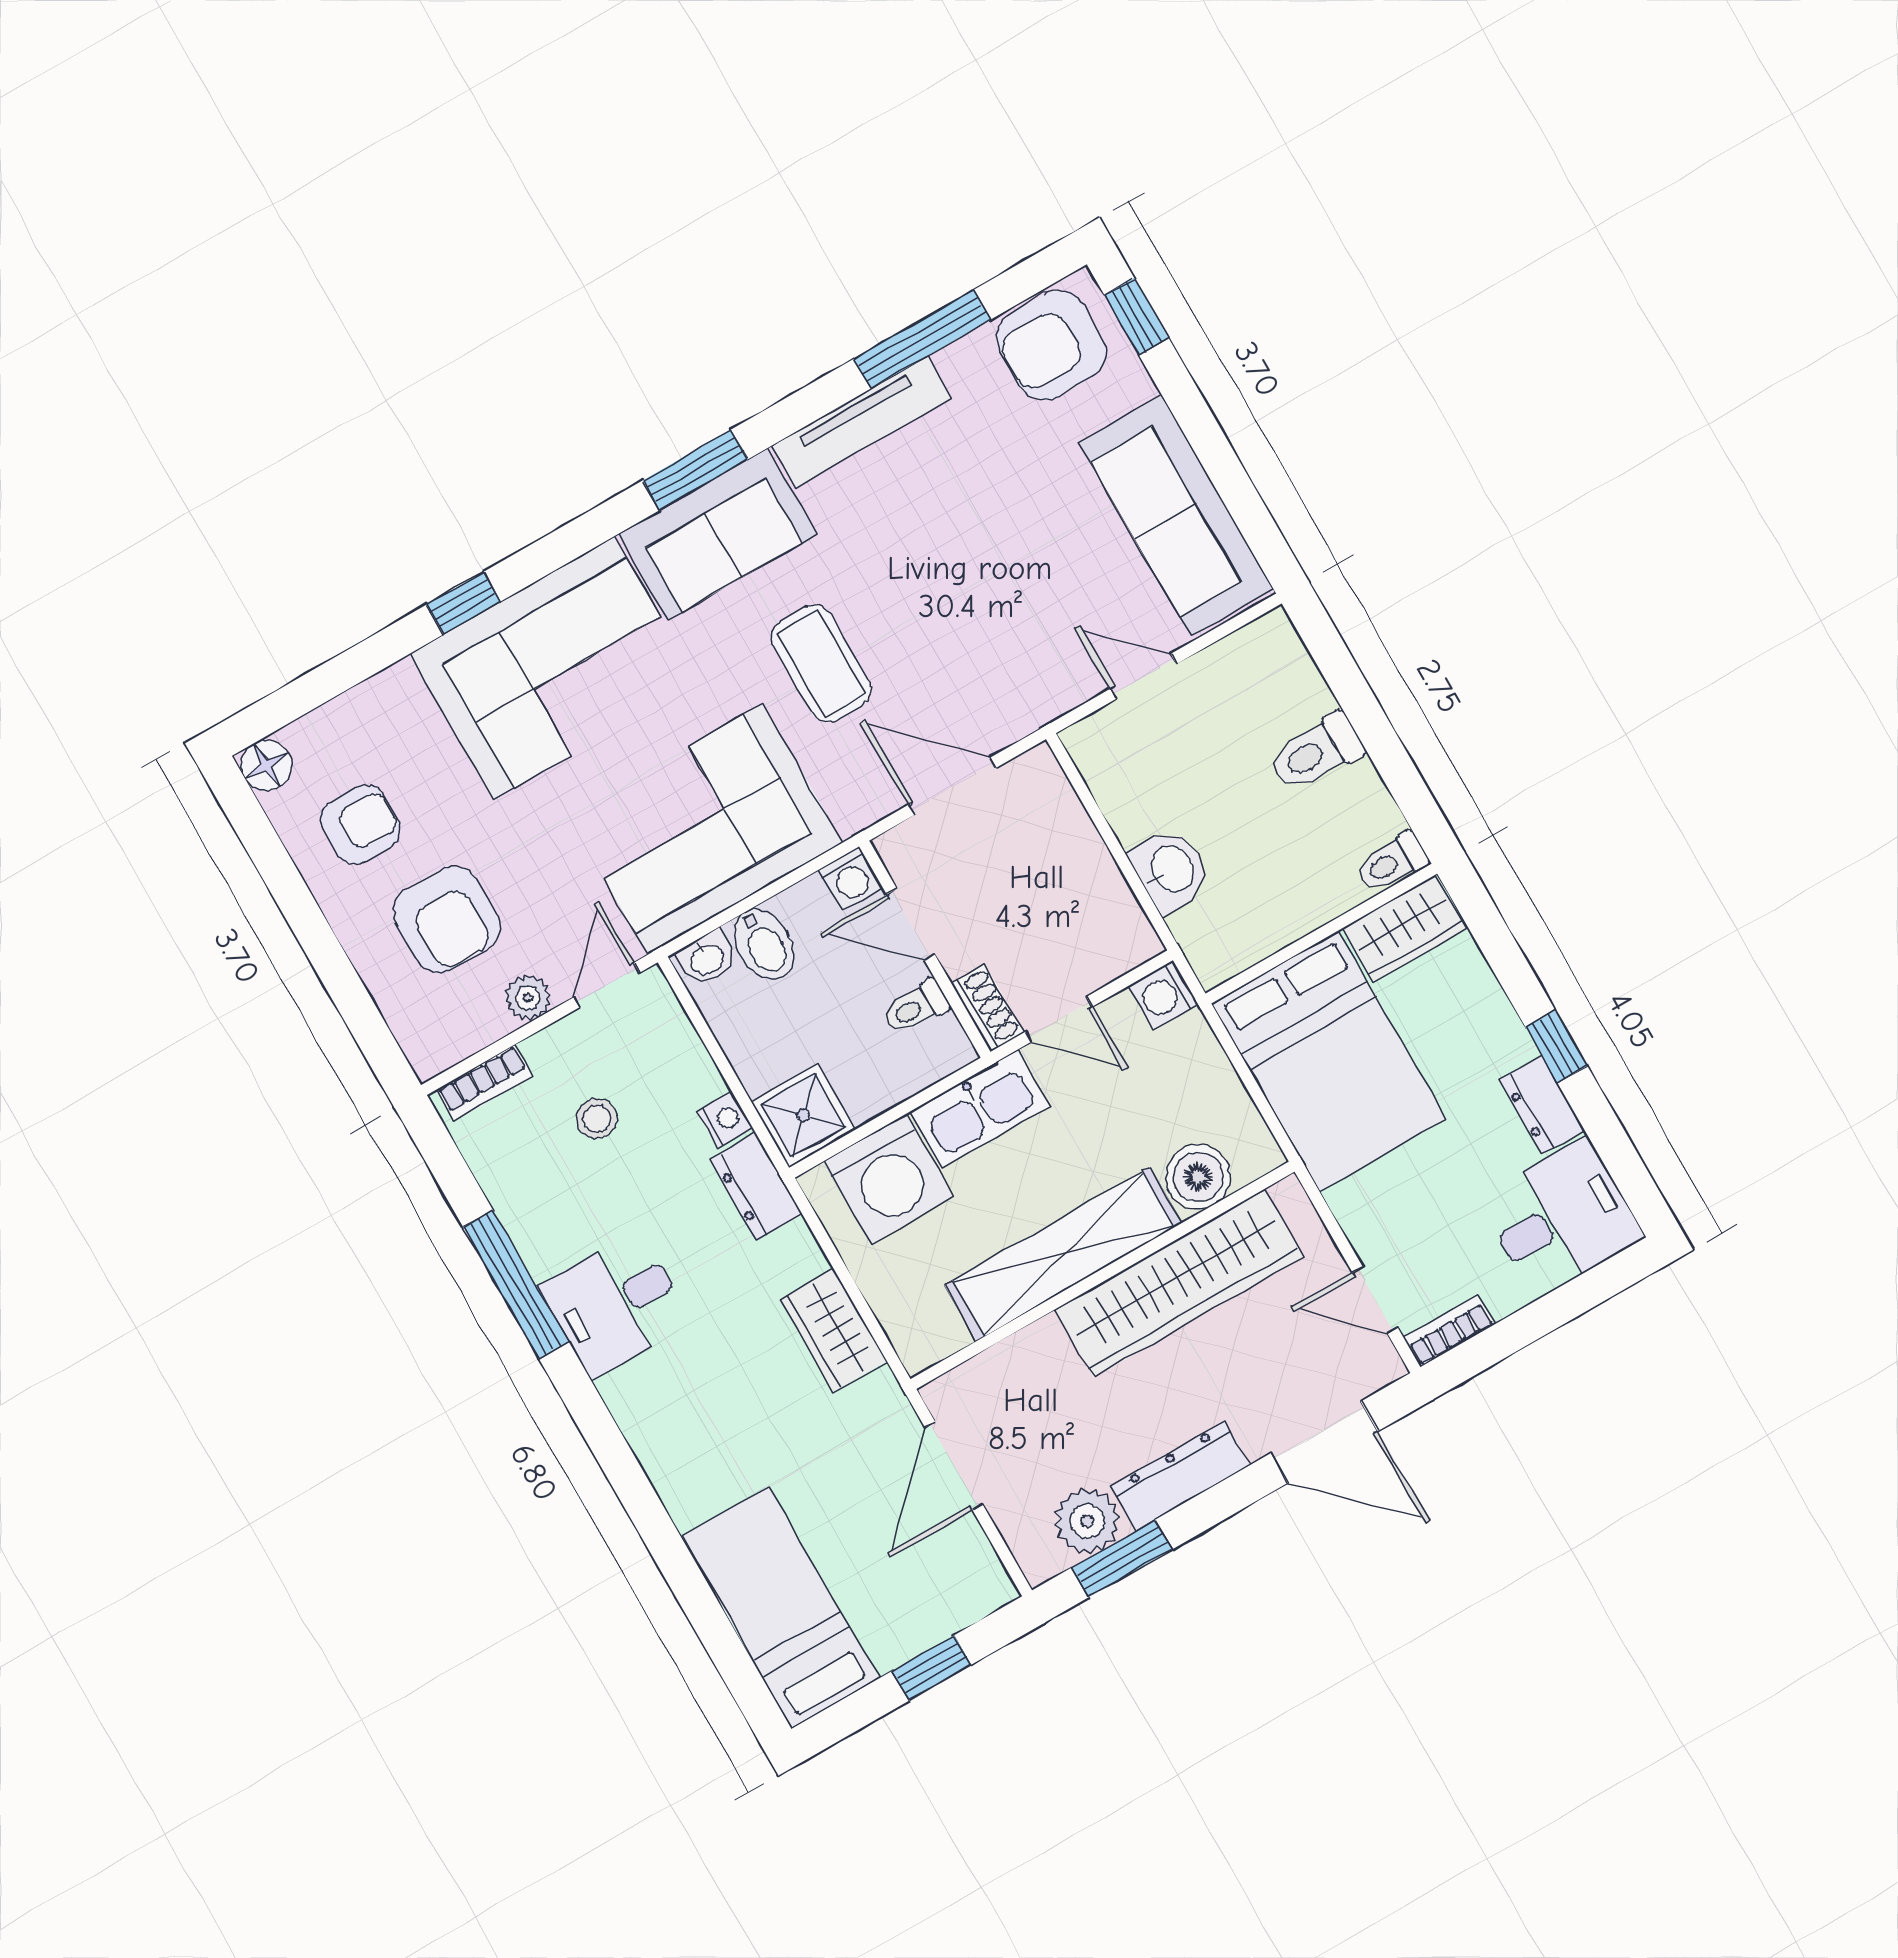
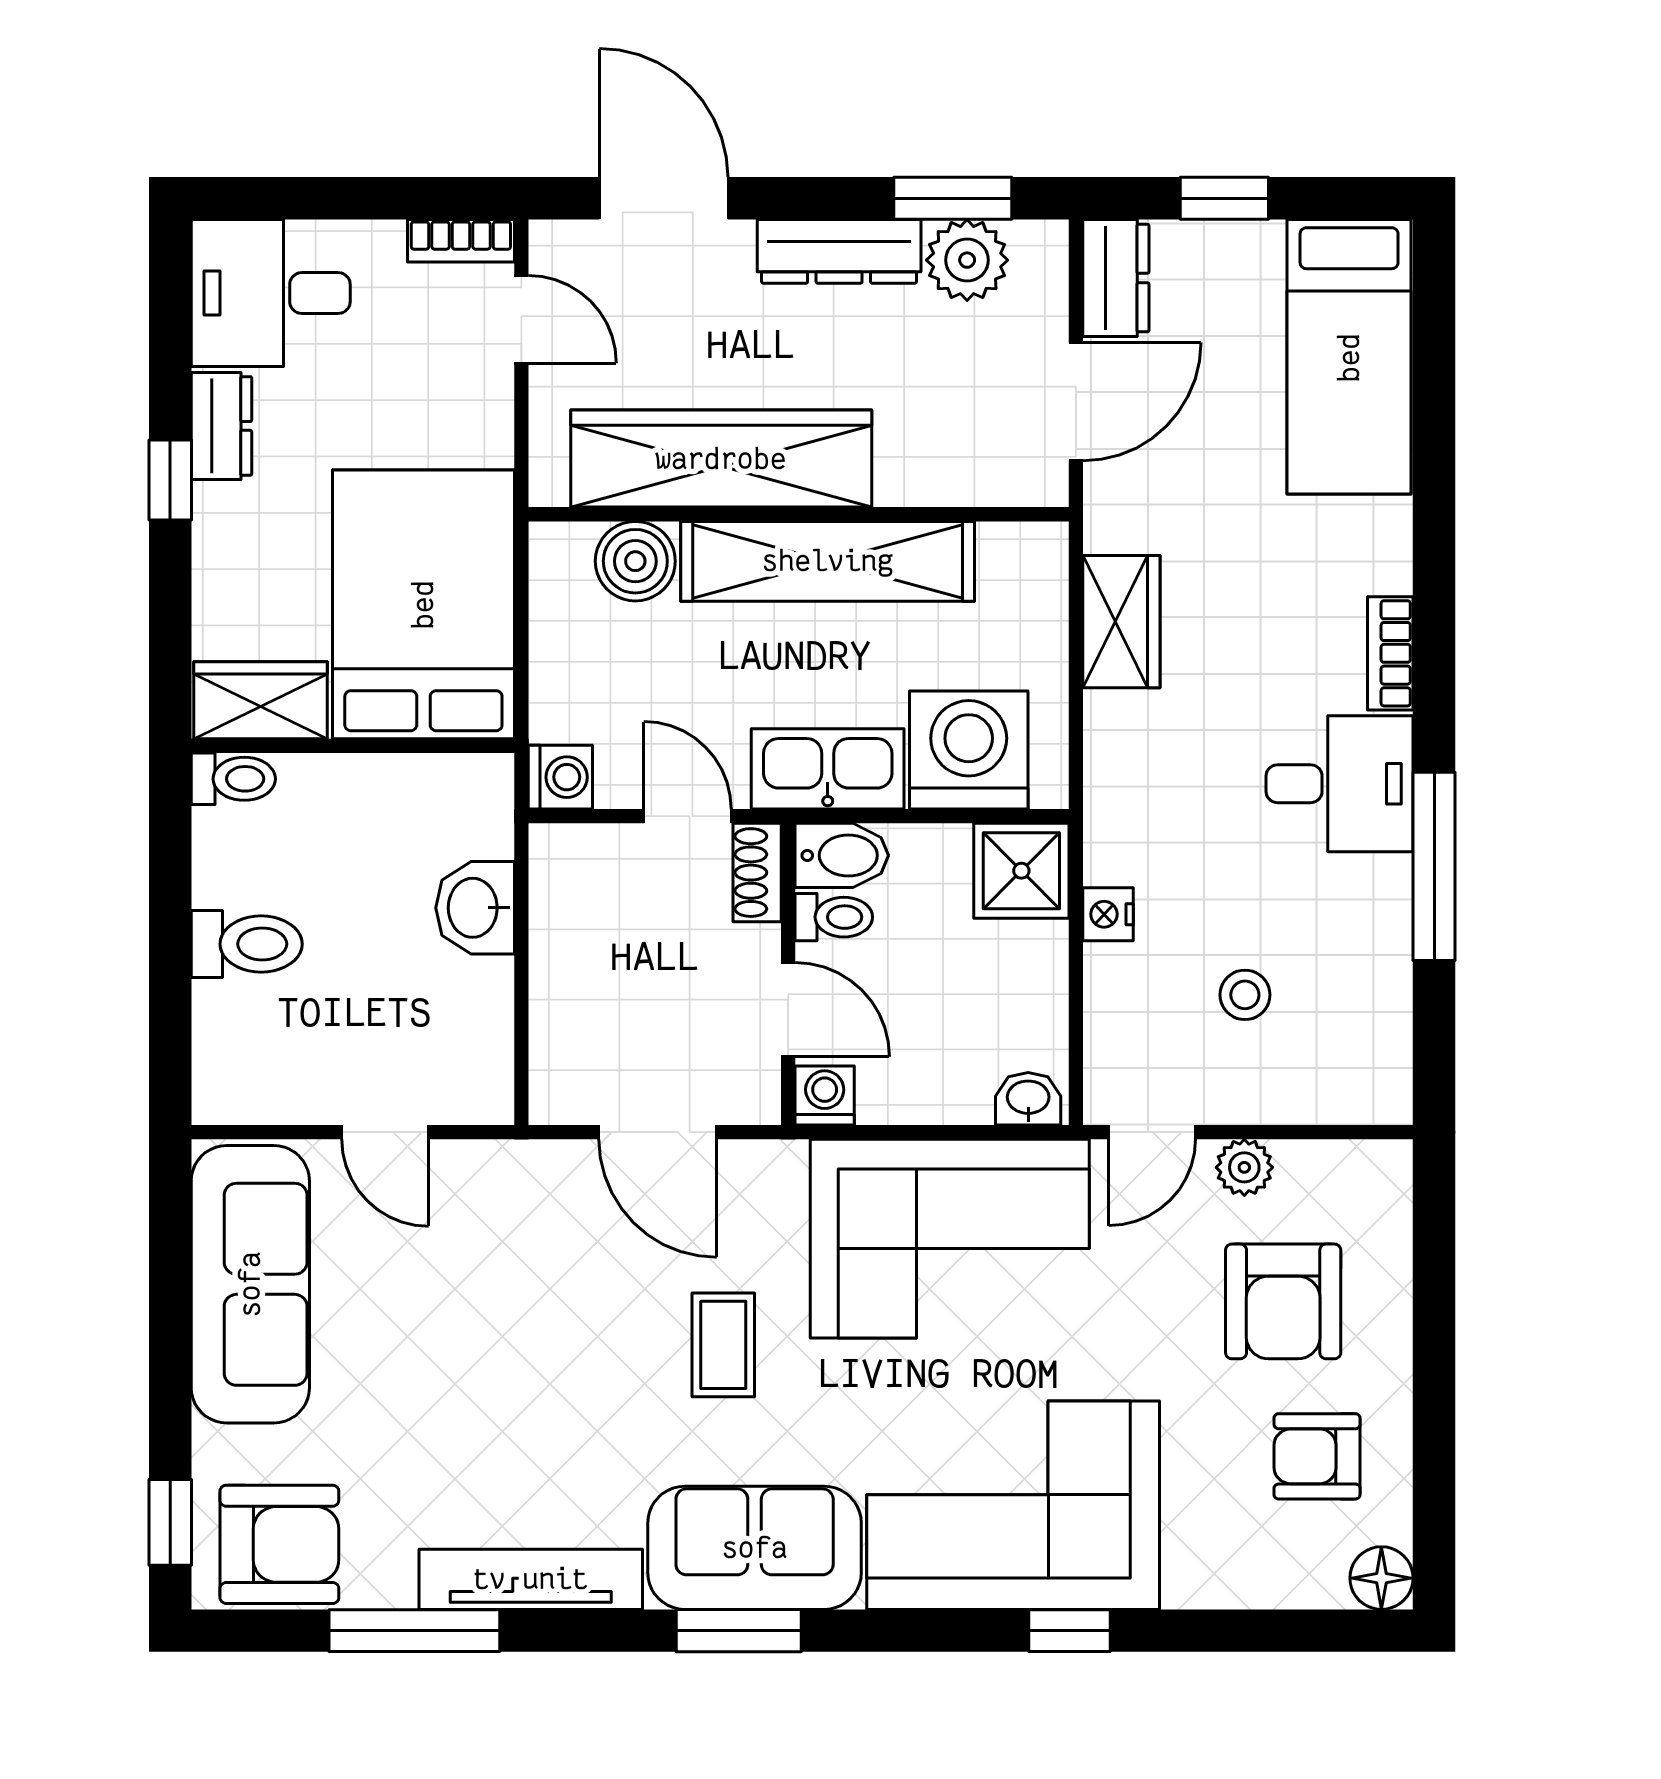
coffee table: (821, 664) -> (723, 1345), width x0.73, depth x0.77
armchair: (447, 919) -> (1283, 1301), turned 180
bidet: (764, 944) -> (842, 855), moved, turned 90
bookcase: (485, 1083) -> (1390, 653), moved, turned -90
dresser: (756, 1187) -> (1116, 278), moved

